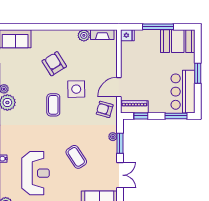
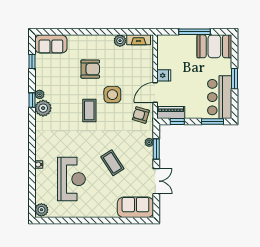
fridge: (127, 35) -> (164, 75), moved
armchair: (54, 64) -> (90, 69), turned 122

